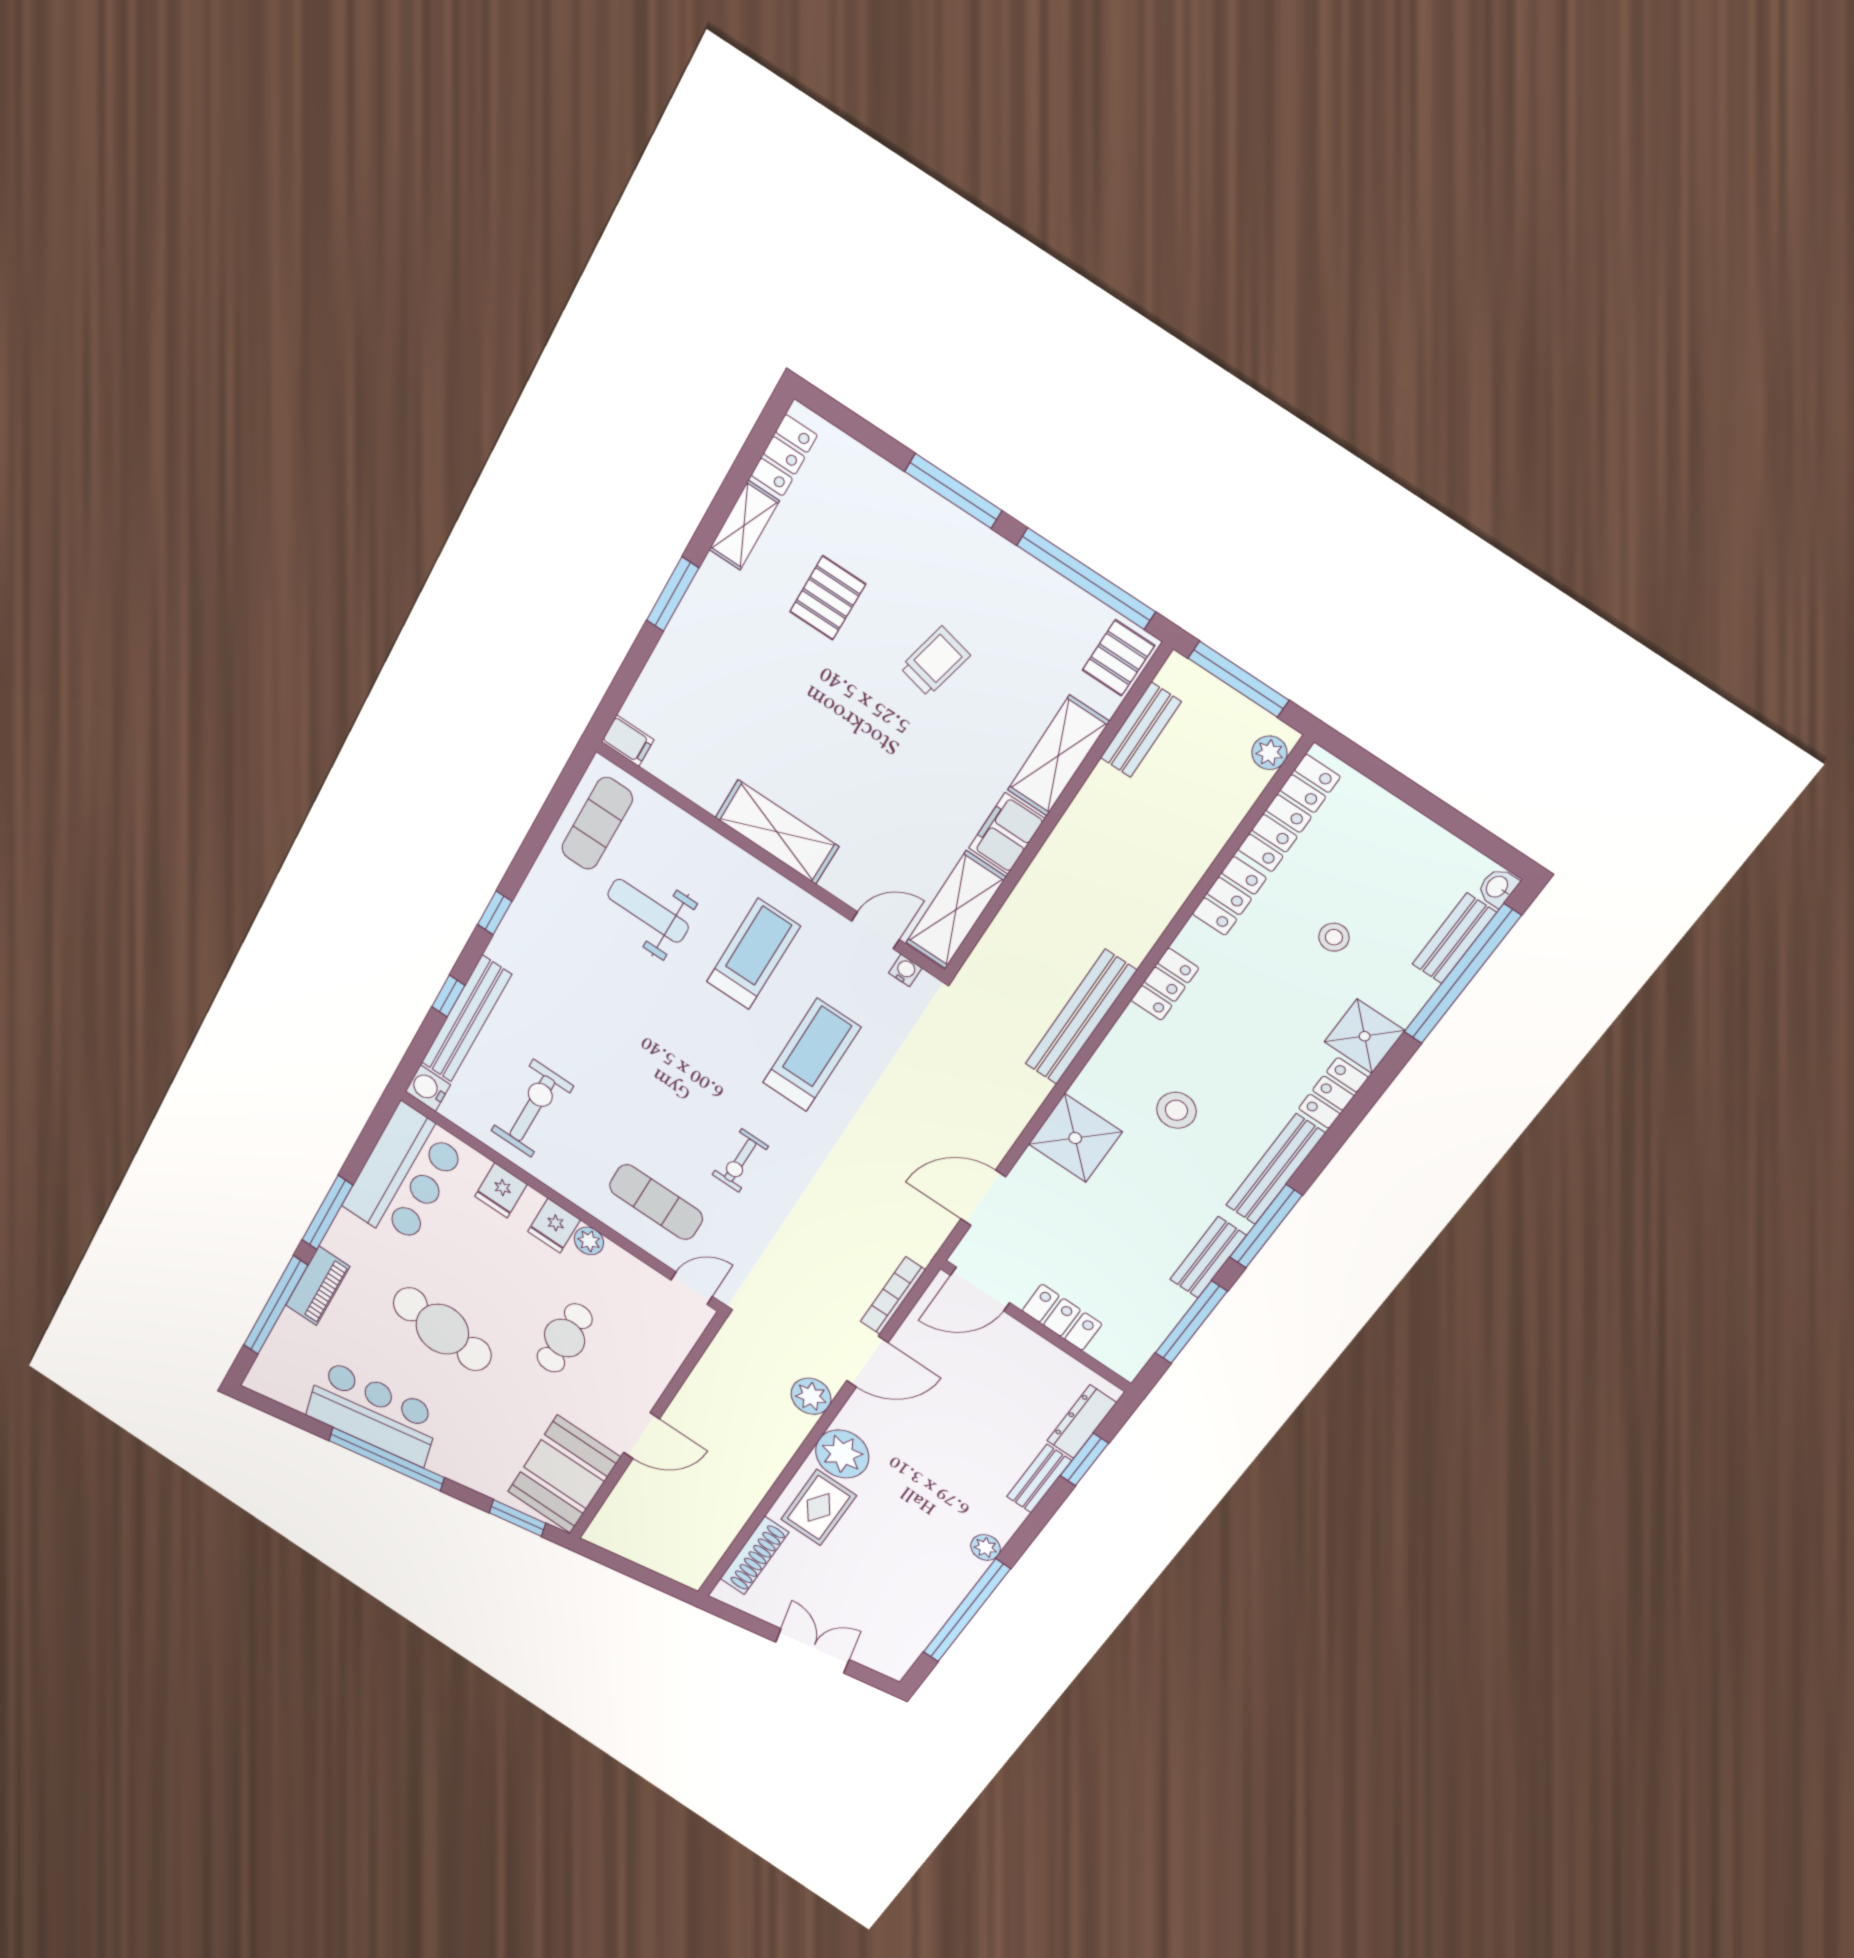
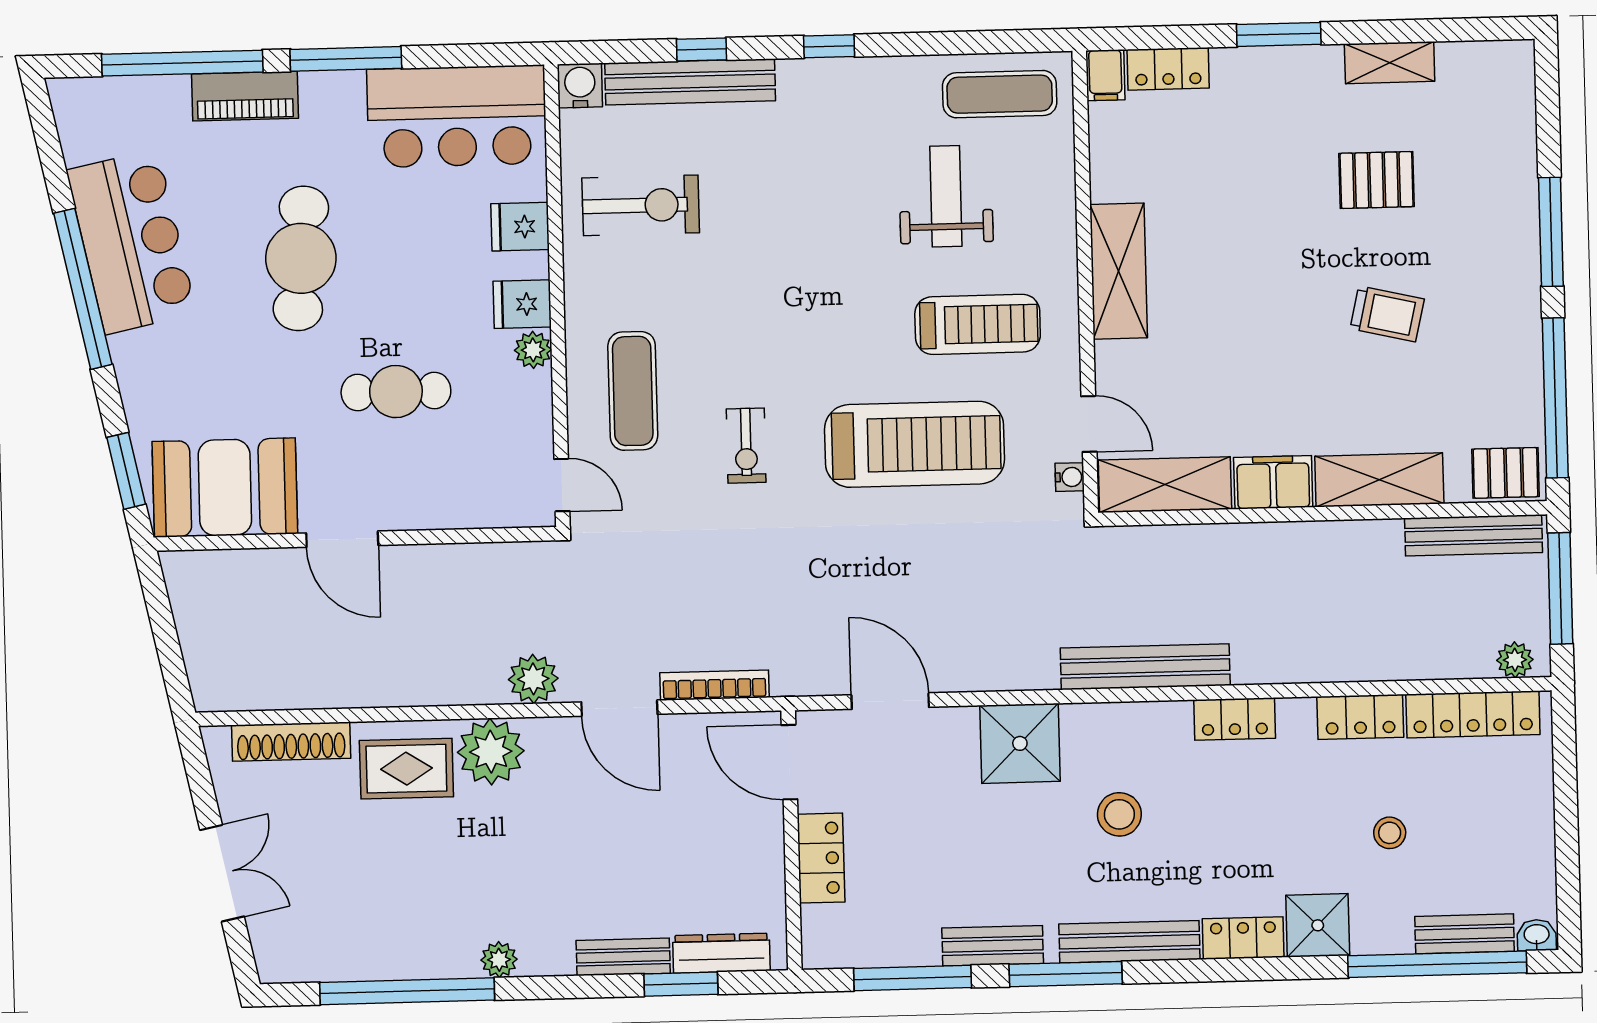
locker: (784, 455) -> (1168, 69), moved
bench: (1141, 730) -> (1474, 535), width x1.36
treadmill: (812, 1055) -> (914, 444), width x1.37, depth x1.38
exercise bike: (740, 1160) -> (746, 446), turned -90

